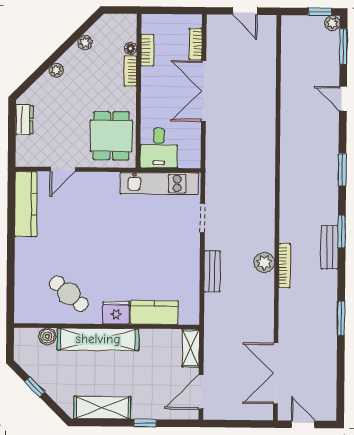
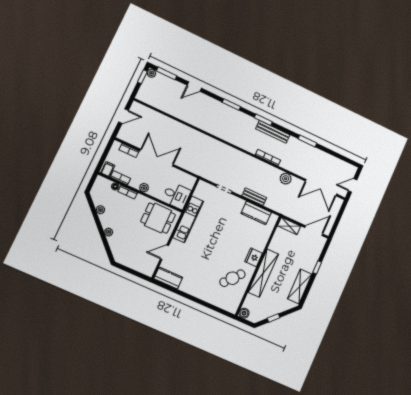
filing cabinet: (152, 25) -> (108, 169), added
double door: (204, 91) -> (157, 158), swing flipped
plant: (148, 93) -> (144, 188), added
dresser: (24, 120) -> (128, 262), removed
door: (63, 169) -> (164, 252), swing flipped
kitchen unit: (159, 183) -> (188, 219), moved
kitchen counter: (26, 204) -> (168, 278), width x0.67
bench: (330, 247) -> (273, 132), width x1.36
plant: (264, 263) -> (286, 179), moved
kitchen counter: (154, 312) -> (256, 213), moved, turned -90
boiler: (47, 336) -> (244, 313), moved
door: (201, 392) -> (314, 231), swing flipped

